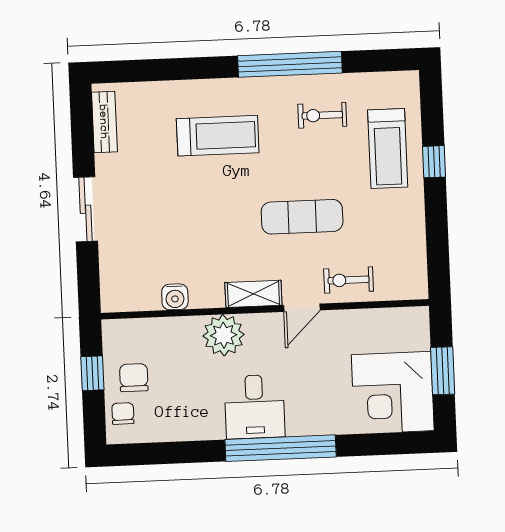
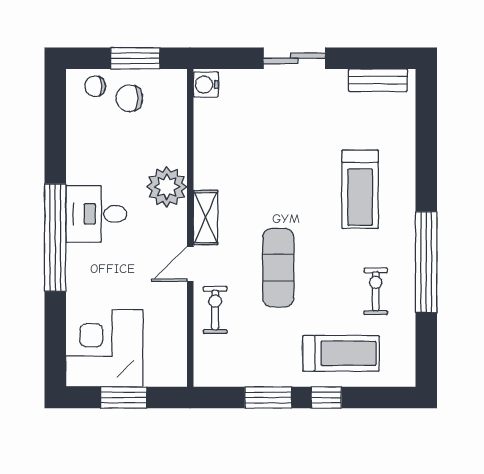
treadmill: (388, 148) -> (341, 353), turned 180
window: (436, 222) -> (268, 398), added
water cooler: (175, 297) -> (206, 85), moved
door: (302, 308) -> (190, 264), hinge flipped
window: (92, 373) -> (135, 58), width x1.50
chair: (134, 378) -> (129, 98), turned 180
chair: (123, 414) -> (95, 86), turned 180

